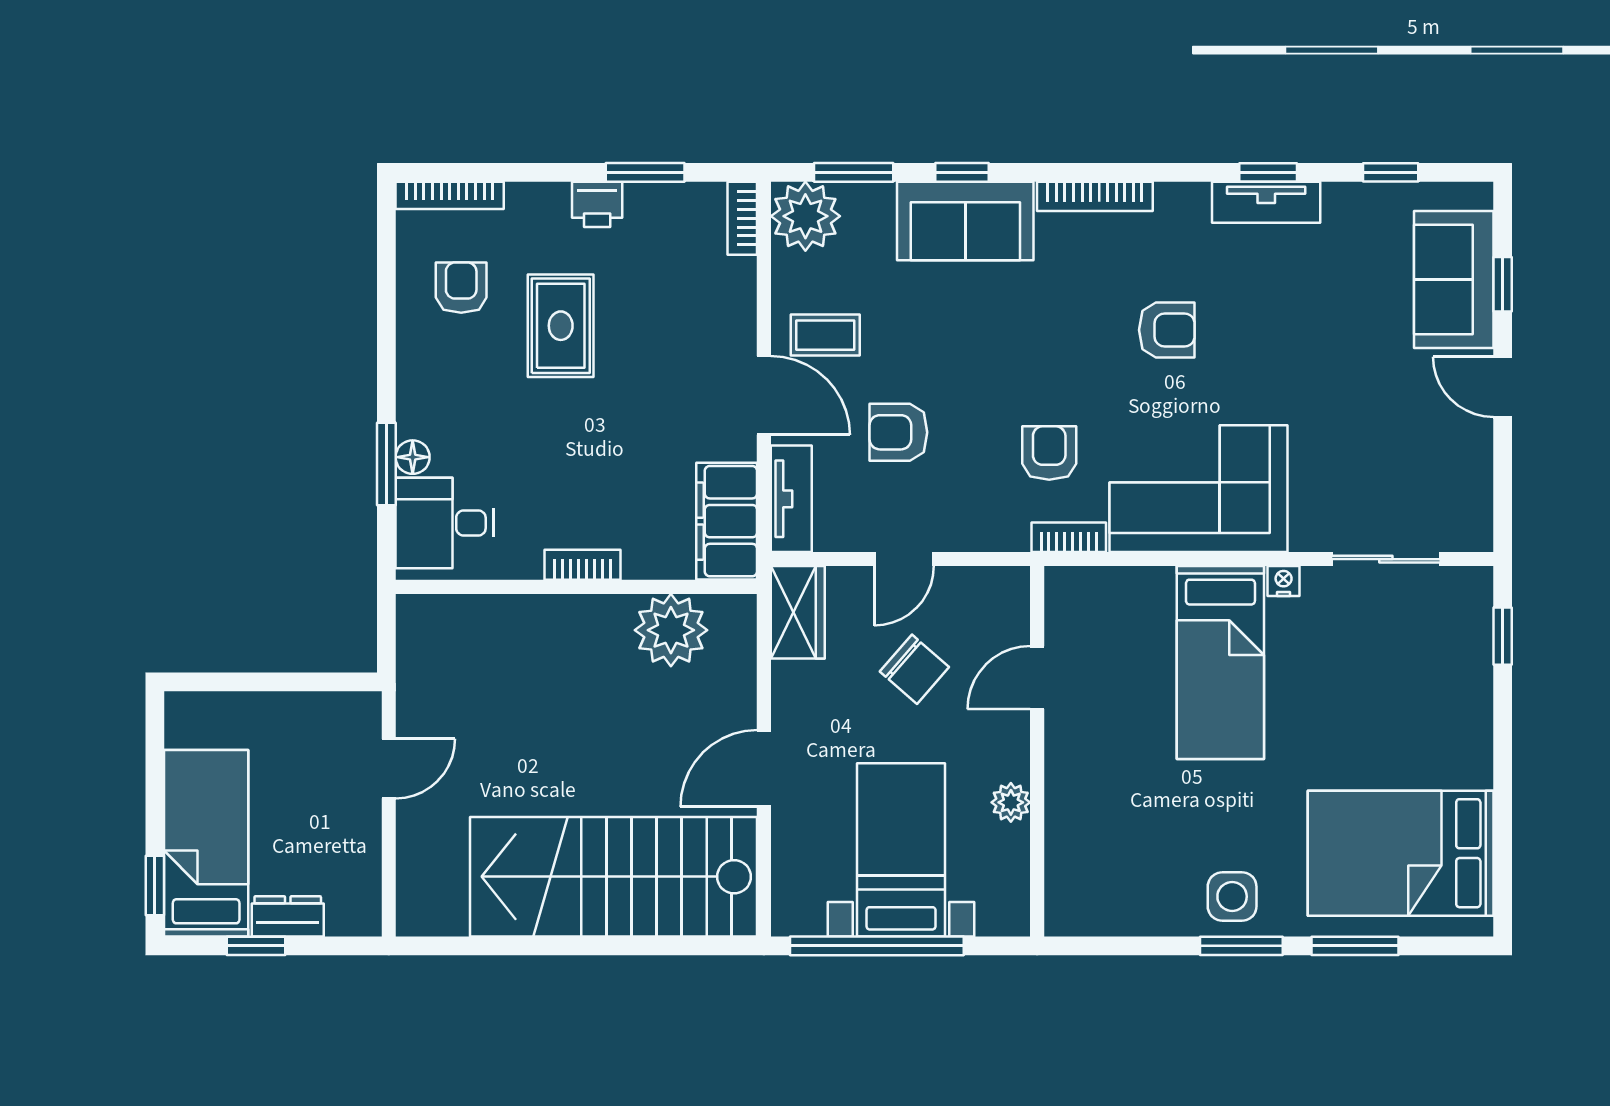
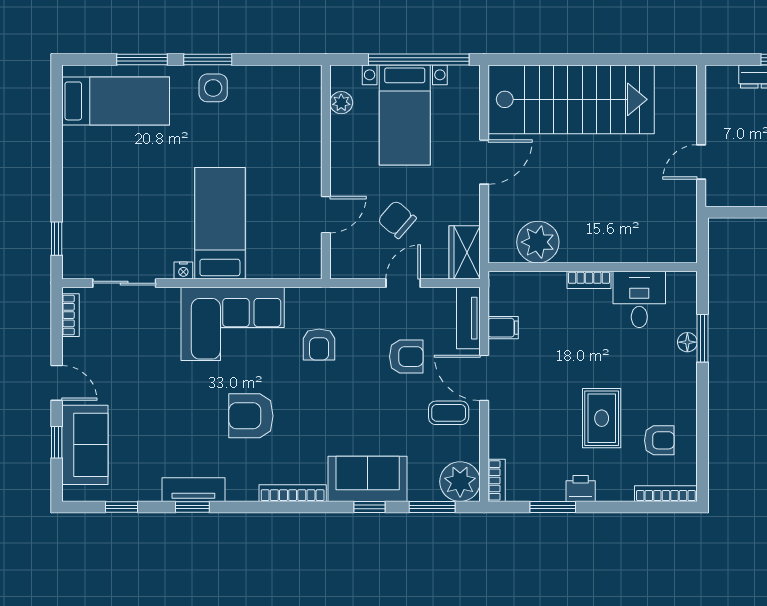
armchair: (461, 288) -> (659, 440), turned -90
armchair: (1167, 330) -> (251, 416), width x1.38, depth x1.38
filing cabinet: (727, 521) -> (503, 328), width x0.33, depth x0.86
desk: (445, 523) -> (639, 299), moved, turned -90
bookcase: (1069, 537) -> (71, 315), moved, turned -90
plant: (1011, 802) -> (341, 103), moved
bed: (1401, 853) -> (116, 101), width x0.67

